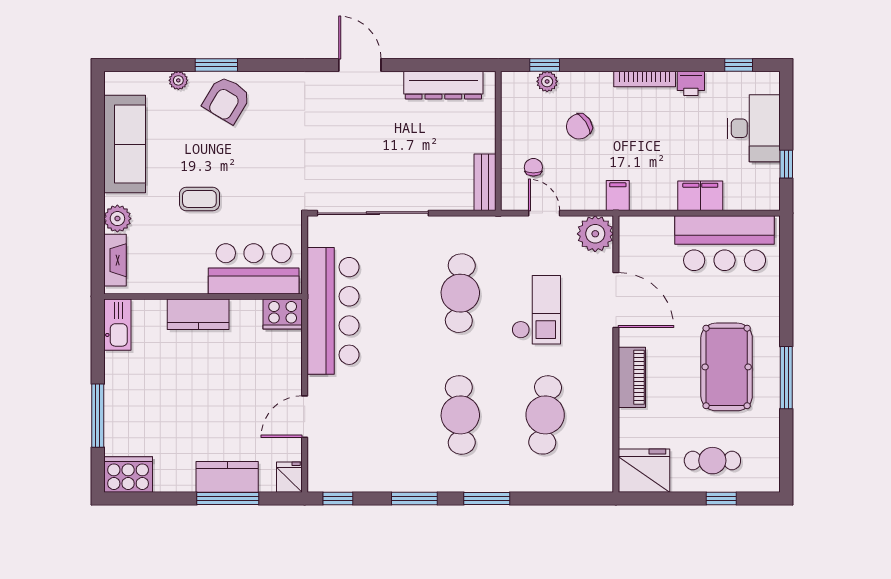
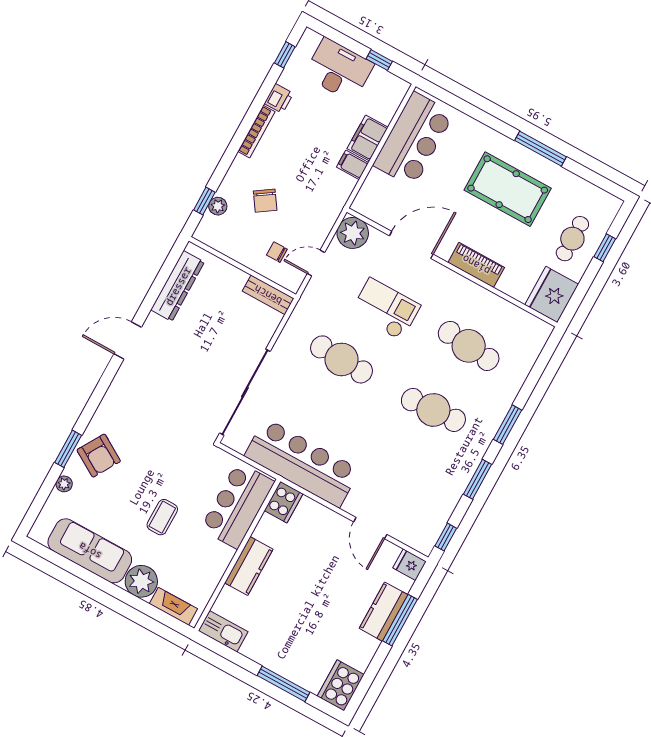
filing cabinet: (618, 196) -> (353, 165), moved
plant: (117, 219) -> (141, 581), width x1.36, depth x1.36

